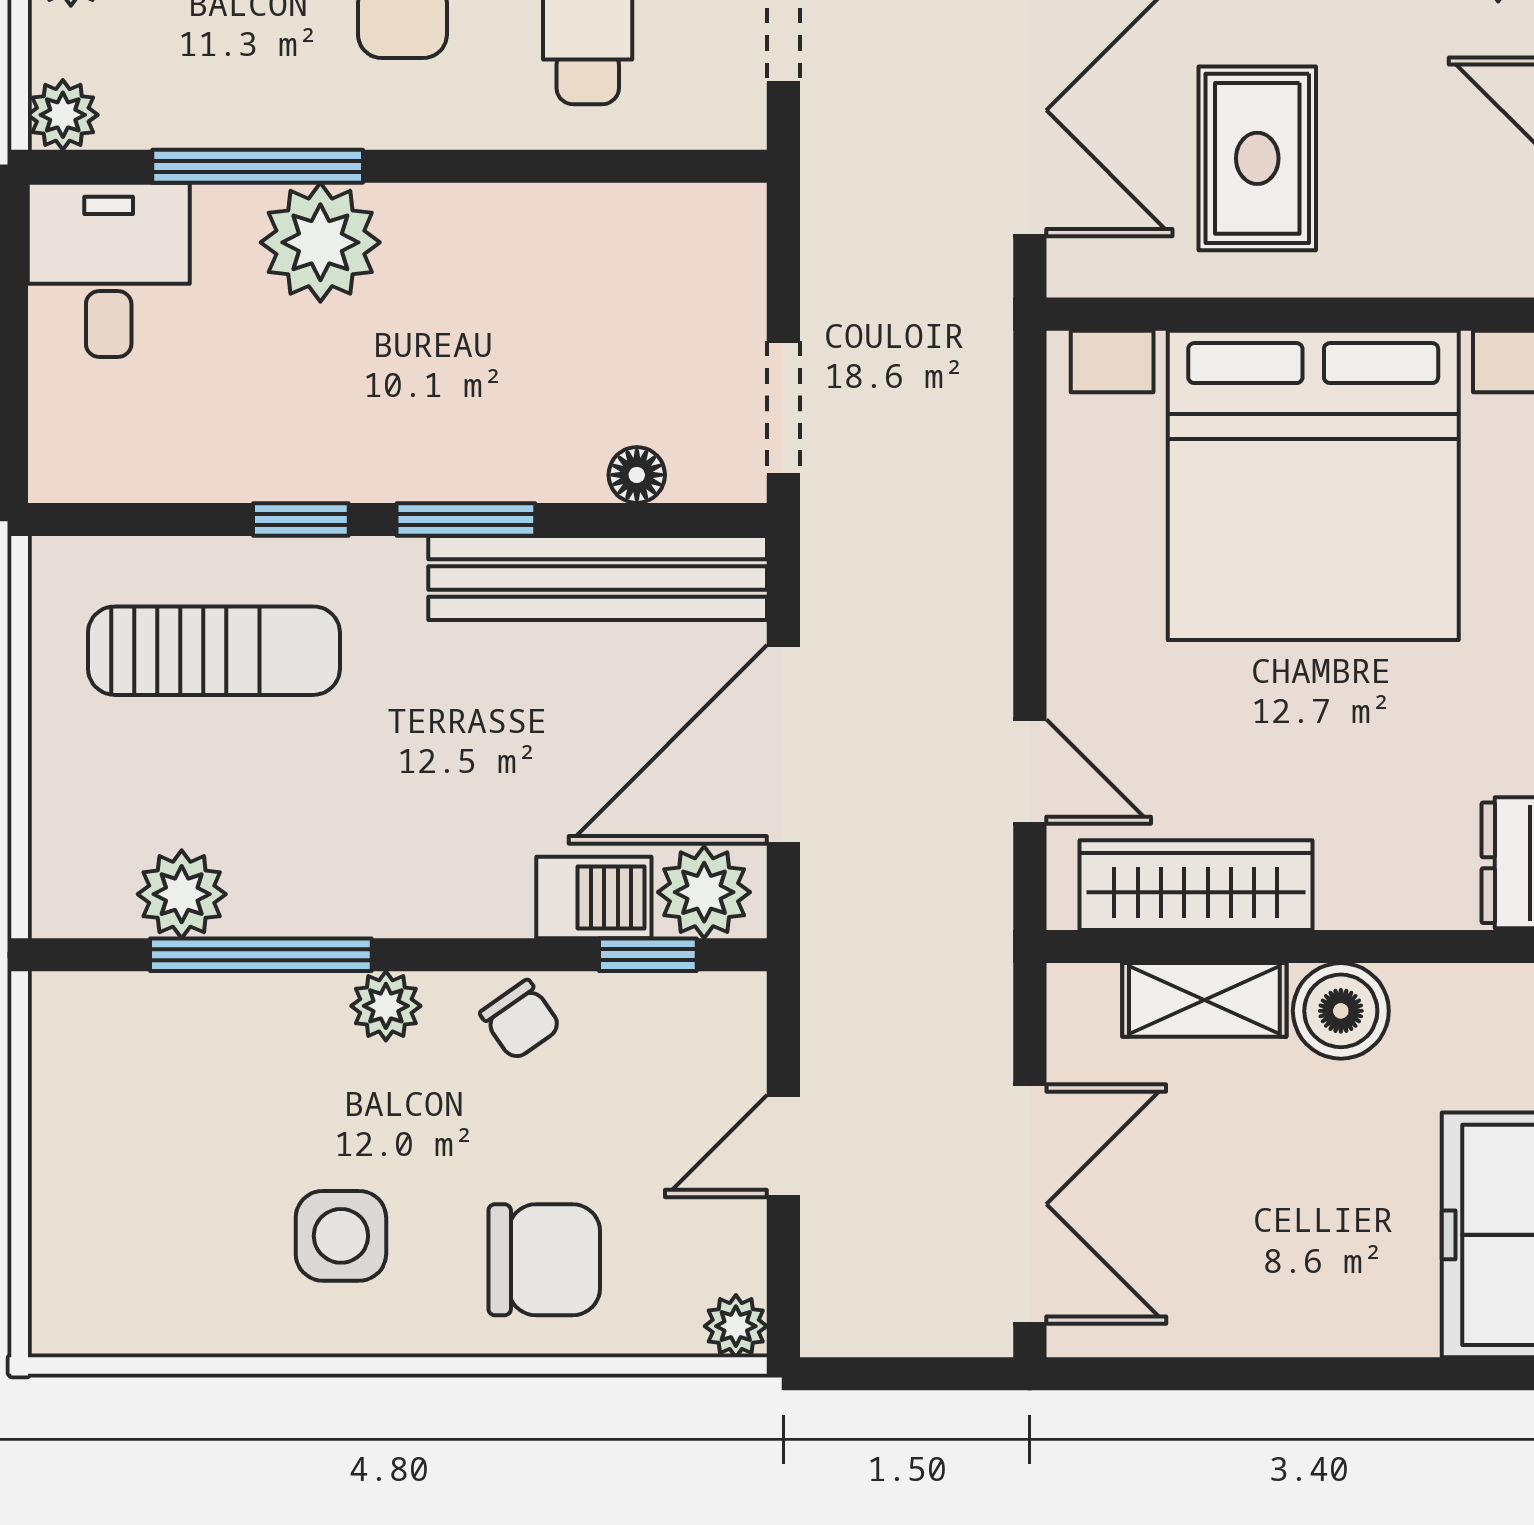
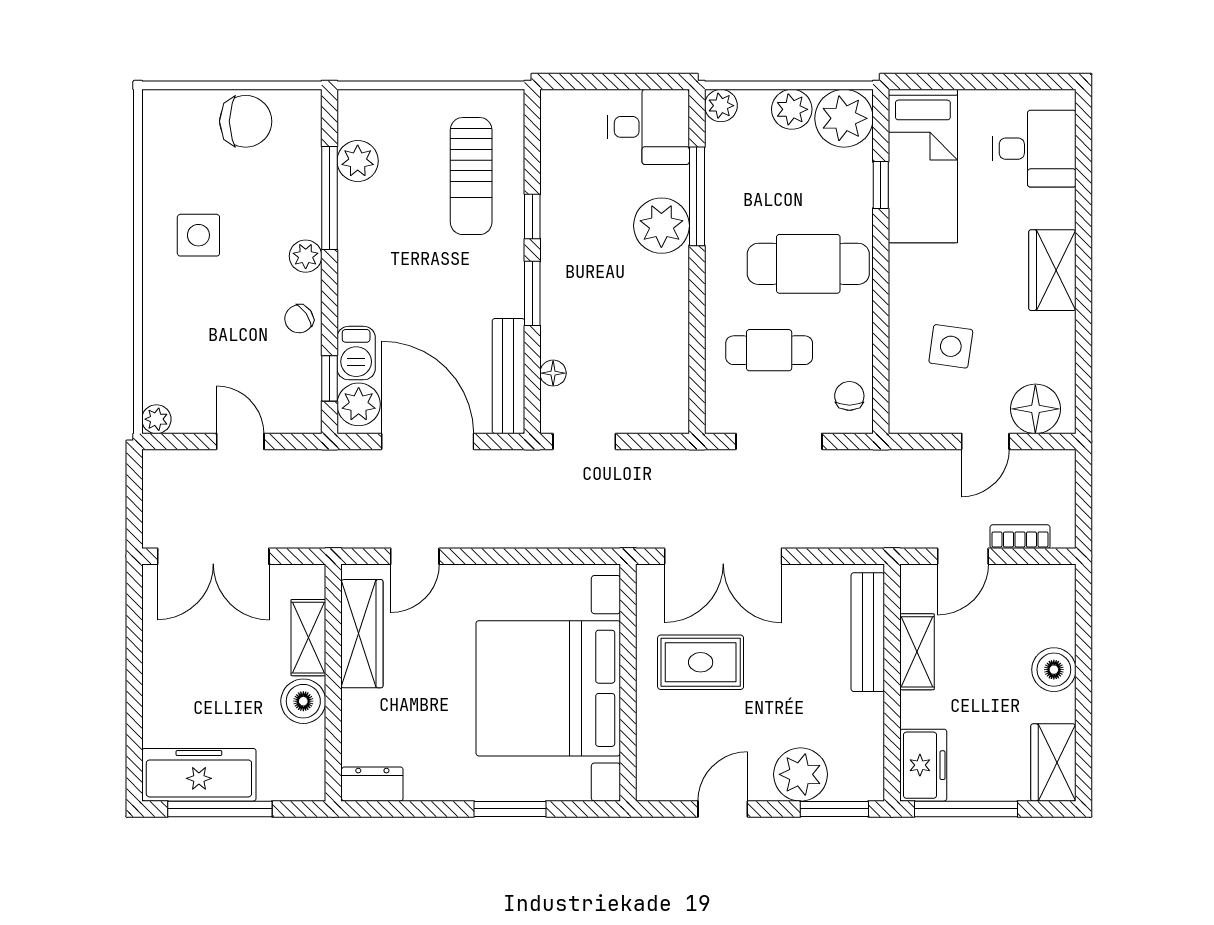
bench: (598, 578) -> (508, 376), width x0.73, depth x0.82
chair: (544, 1260) -> (246, 121), moved, turned -90

